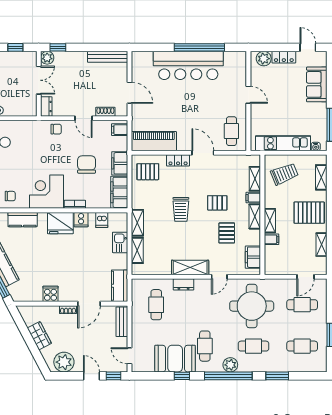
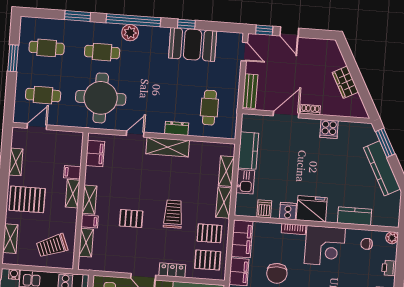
pallet: (227, 233) -> (209, 233), moved, turned 90
kitchen counter: (120, 286) -> (248, 151), moved
cafe table: (205, 346) -> (158, 56), removed
plant: (64, 362) -> (320, 50), removed

